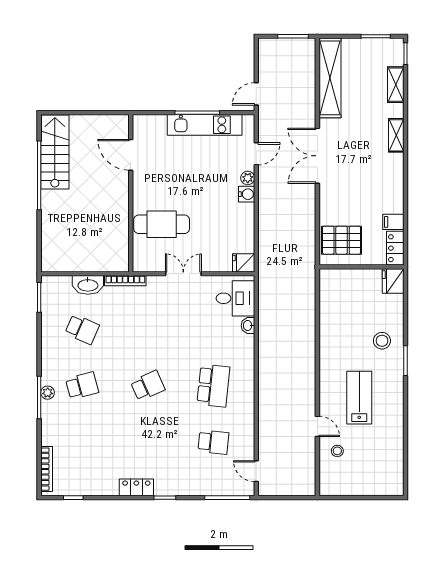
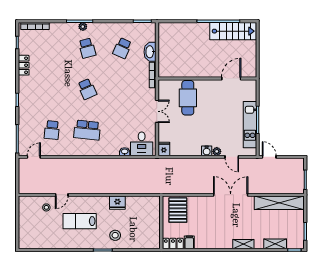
fridge: (393, 281) -> (117, 203), moved, turned 180
lab bench: (359, 398) -> (80, 221), turned 180
locker: (136, 487) -> (24, 65), moved

